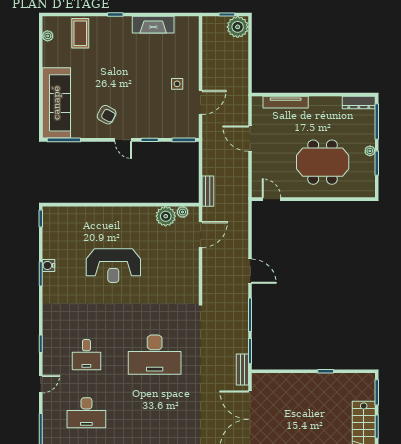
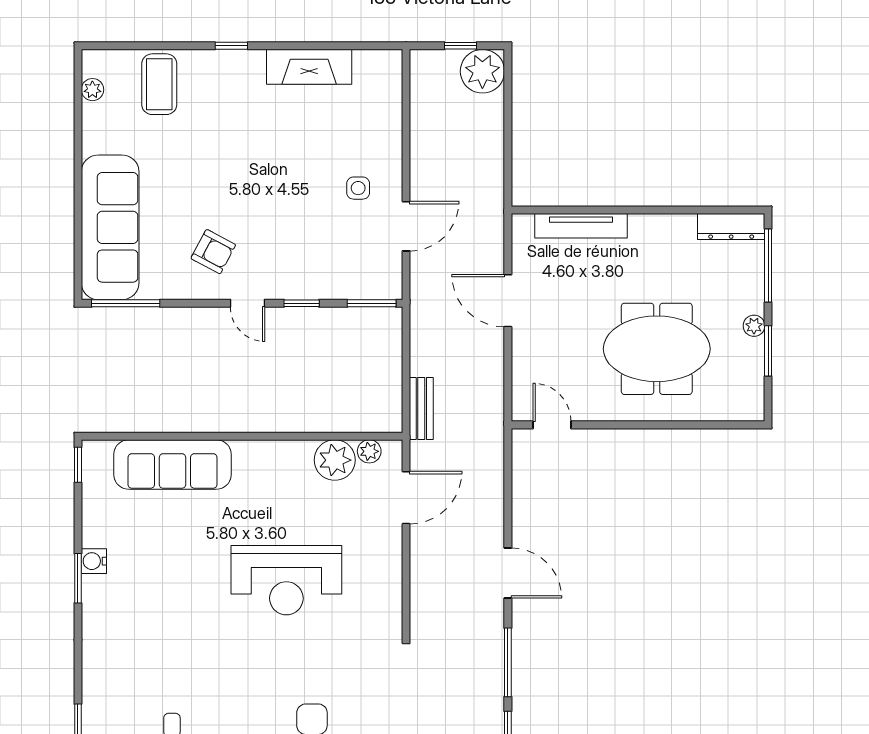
sofa: (87, 218) -> (173, 465), added
reception desk: (113, 266) -> (286, 580), moved

